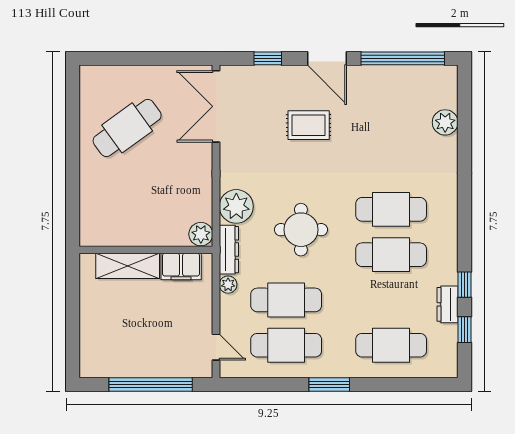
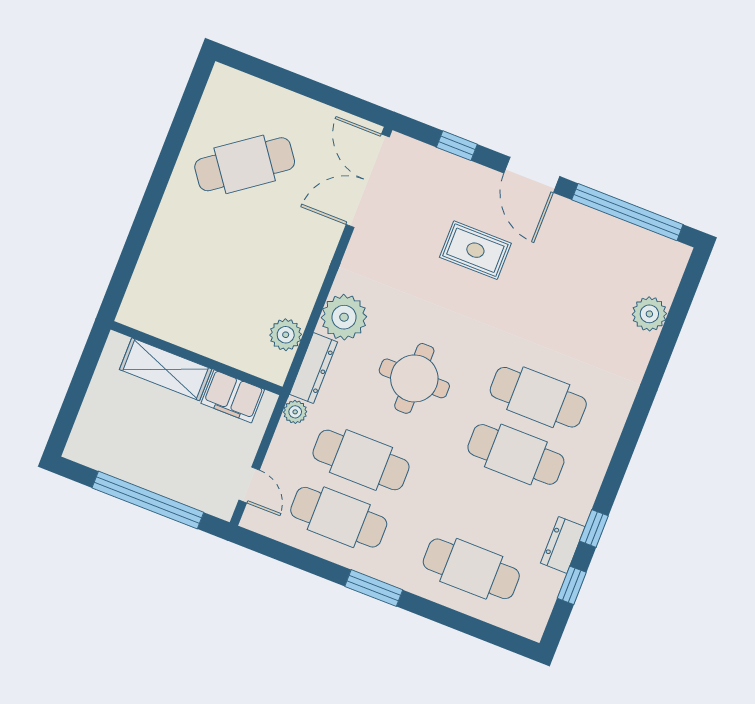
wall: (146, 250) -> (197, 358), moved
shelving: (128, 266) -> (166, 369), moved
filing cabinet: (181, 267) -> (233, 396), moved

